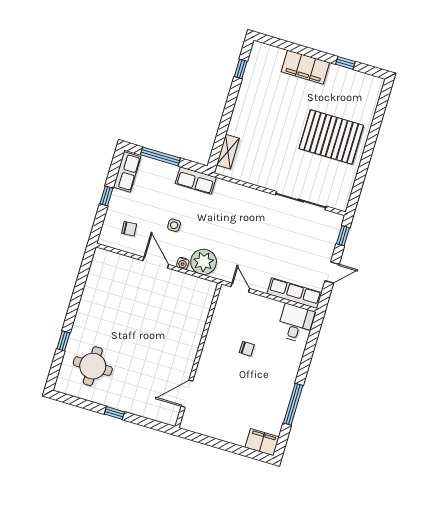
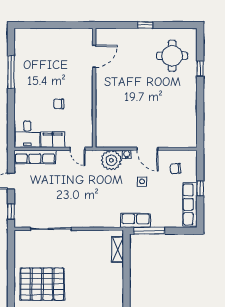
window: (160, 156) -> (149, 231), moved
row of seats: (127, 172) -> (190, 204), width x1.48
filing cabinet: (262, 442) -> (53, 140), moved, turned 180

